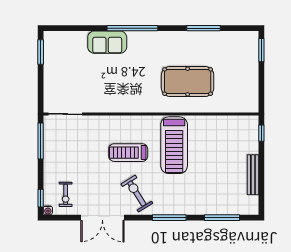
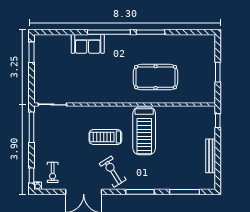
window: (204, 28) -> (151, 32), moved
window: (261, 50) -> (218, 72), moved

